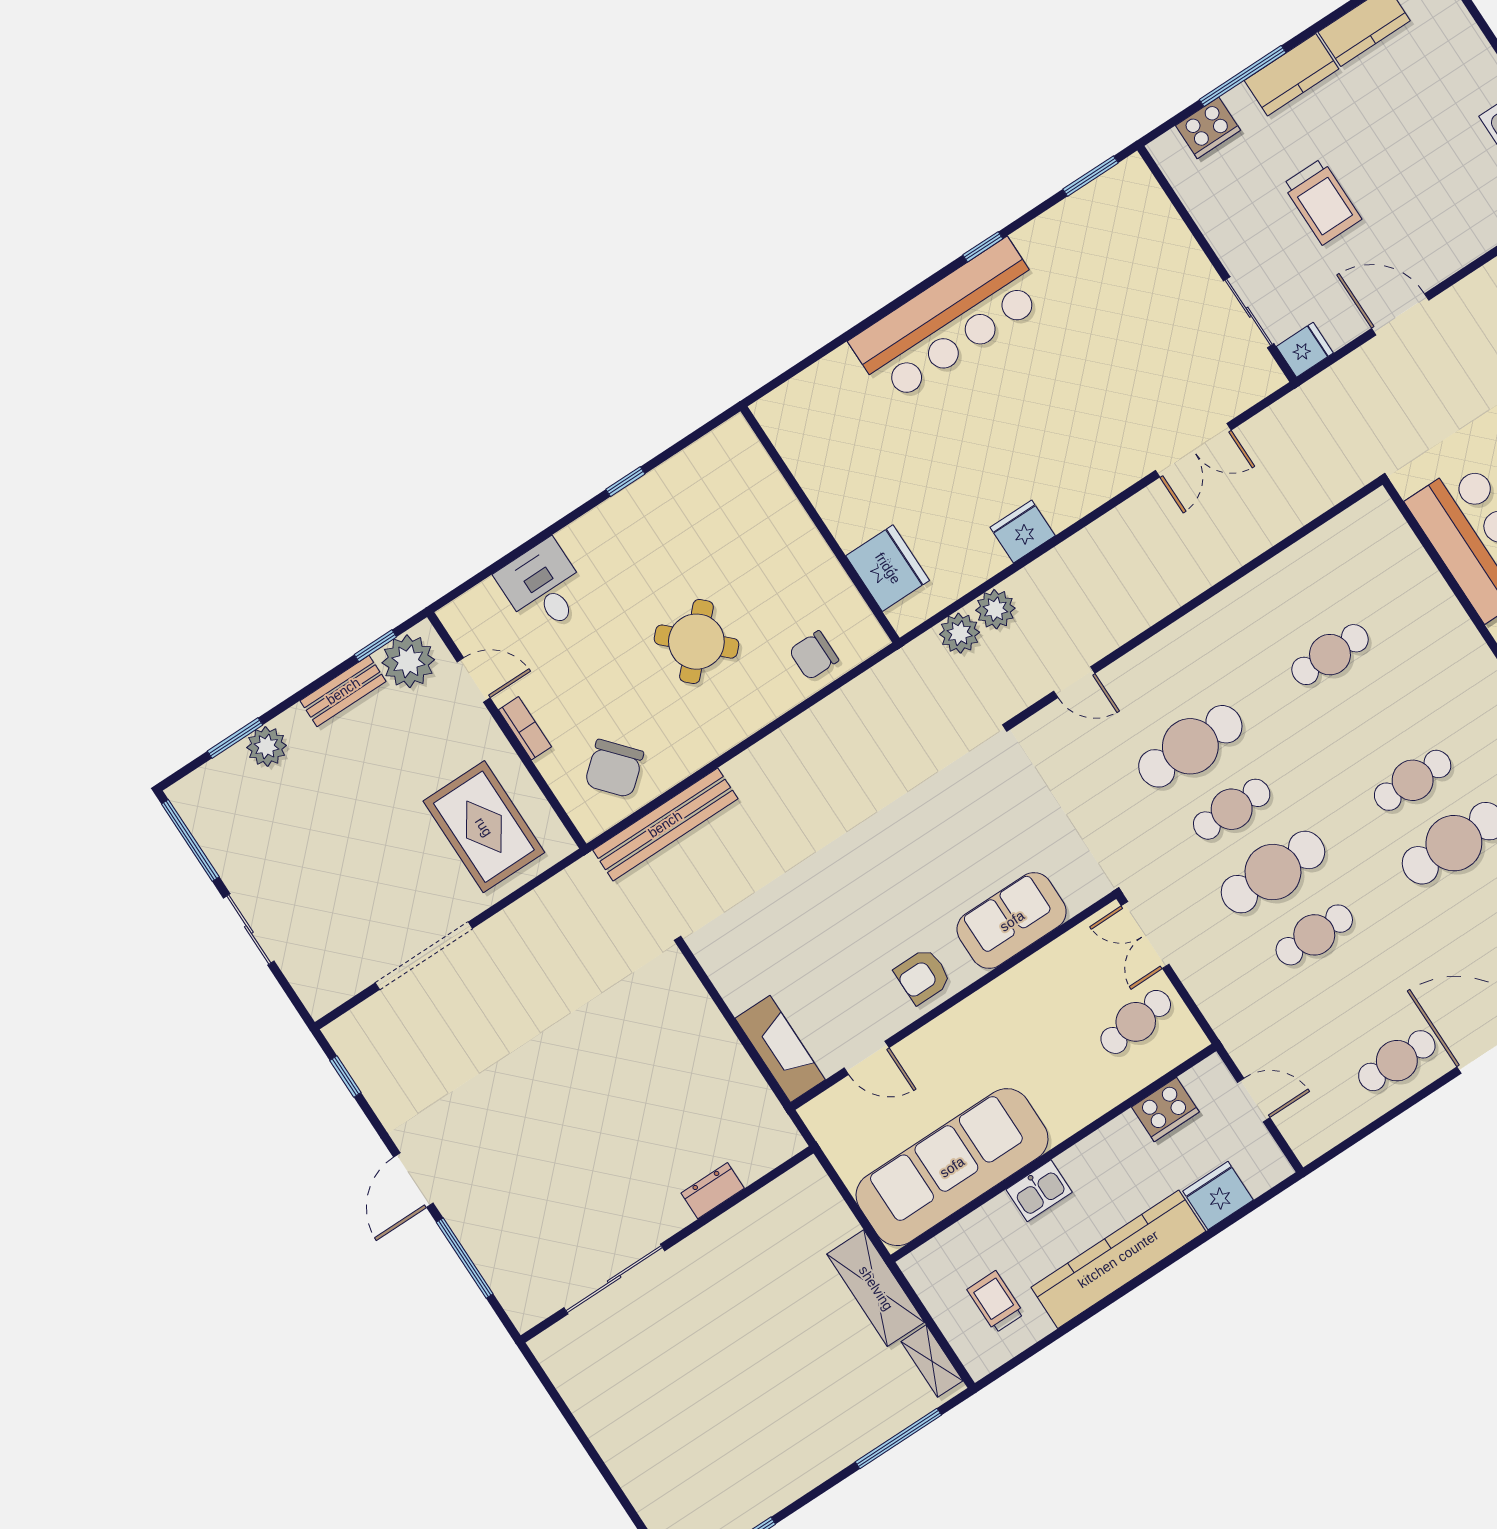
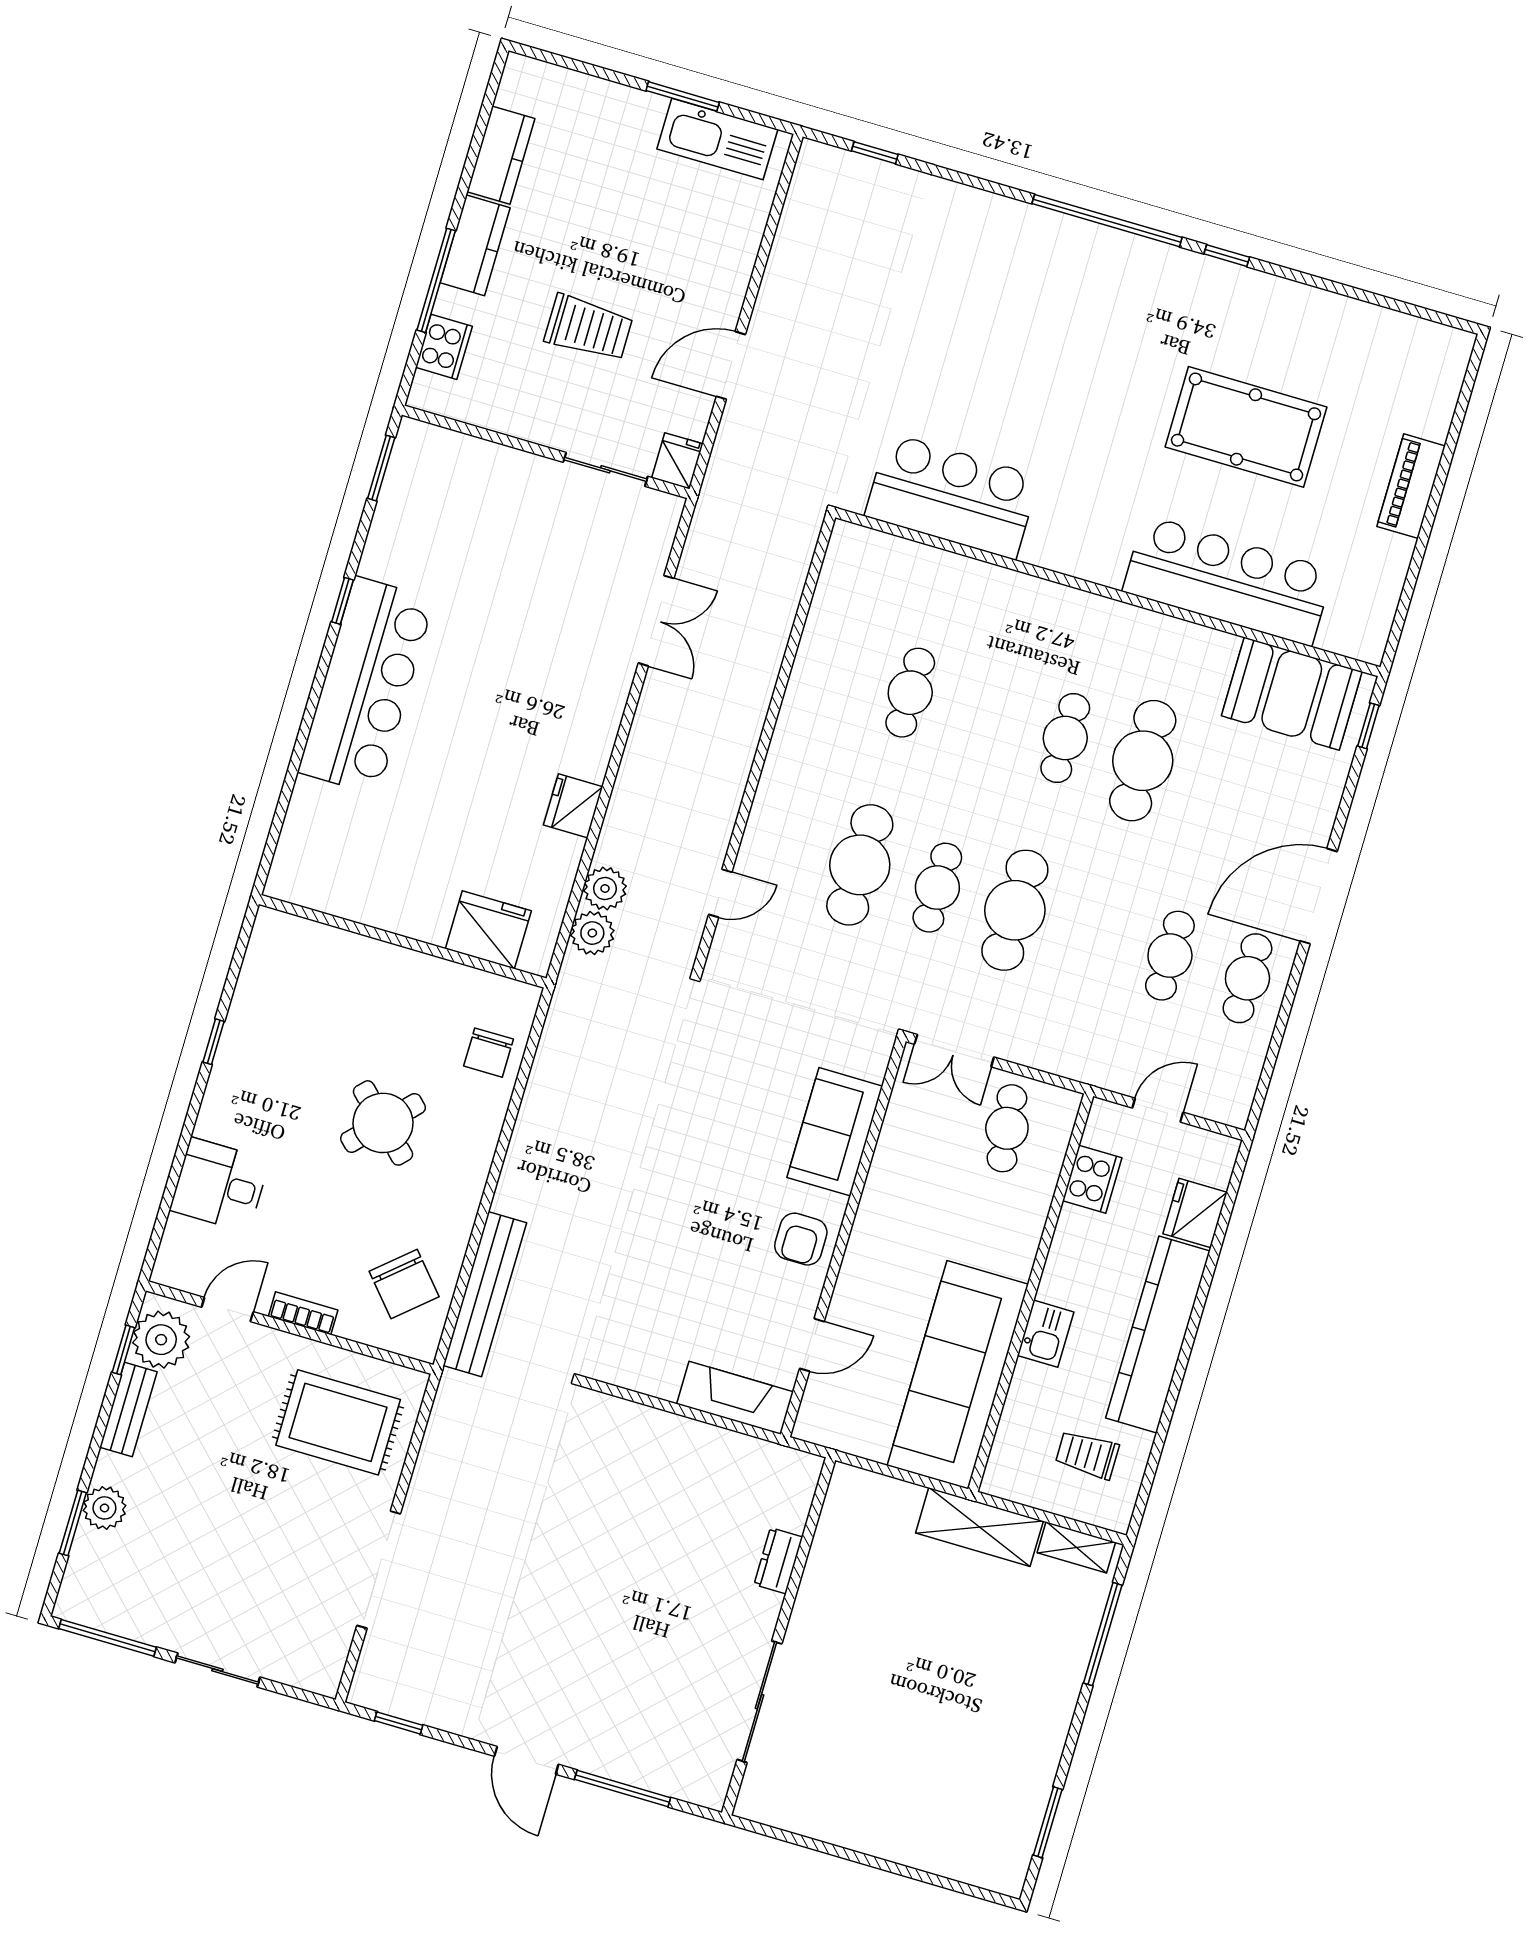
cafe table: (1314, 935) -> (1170, 956), moved

